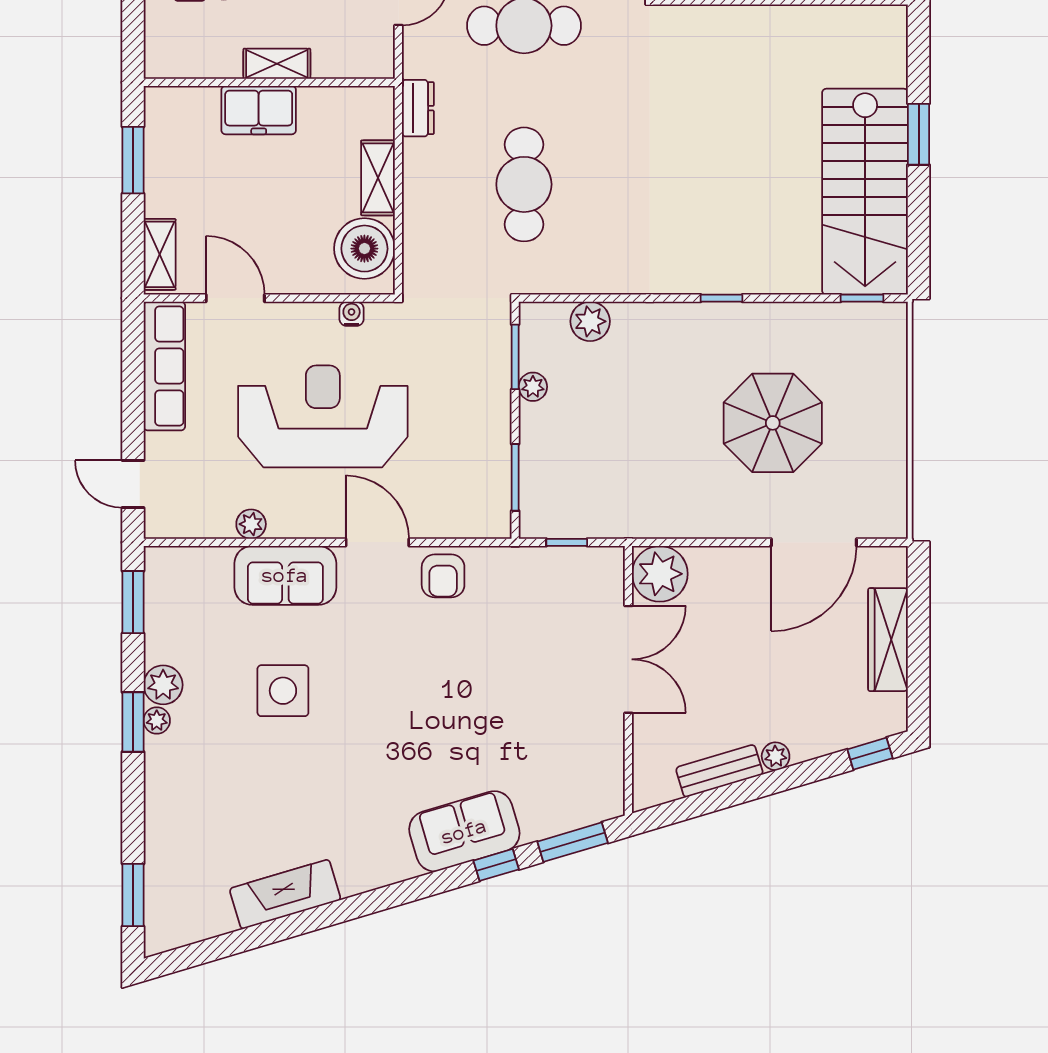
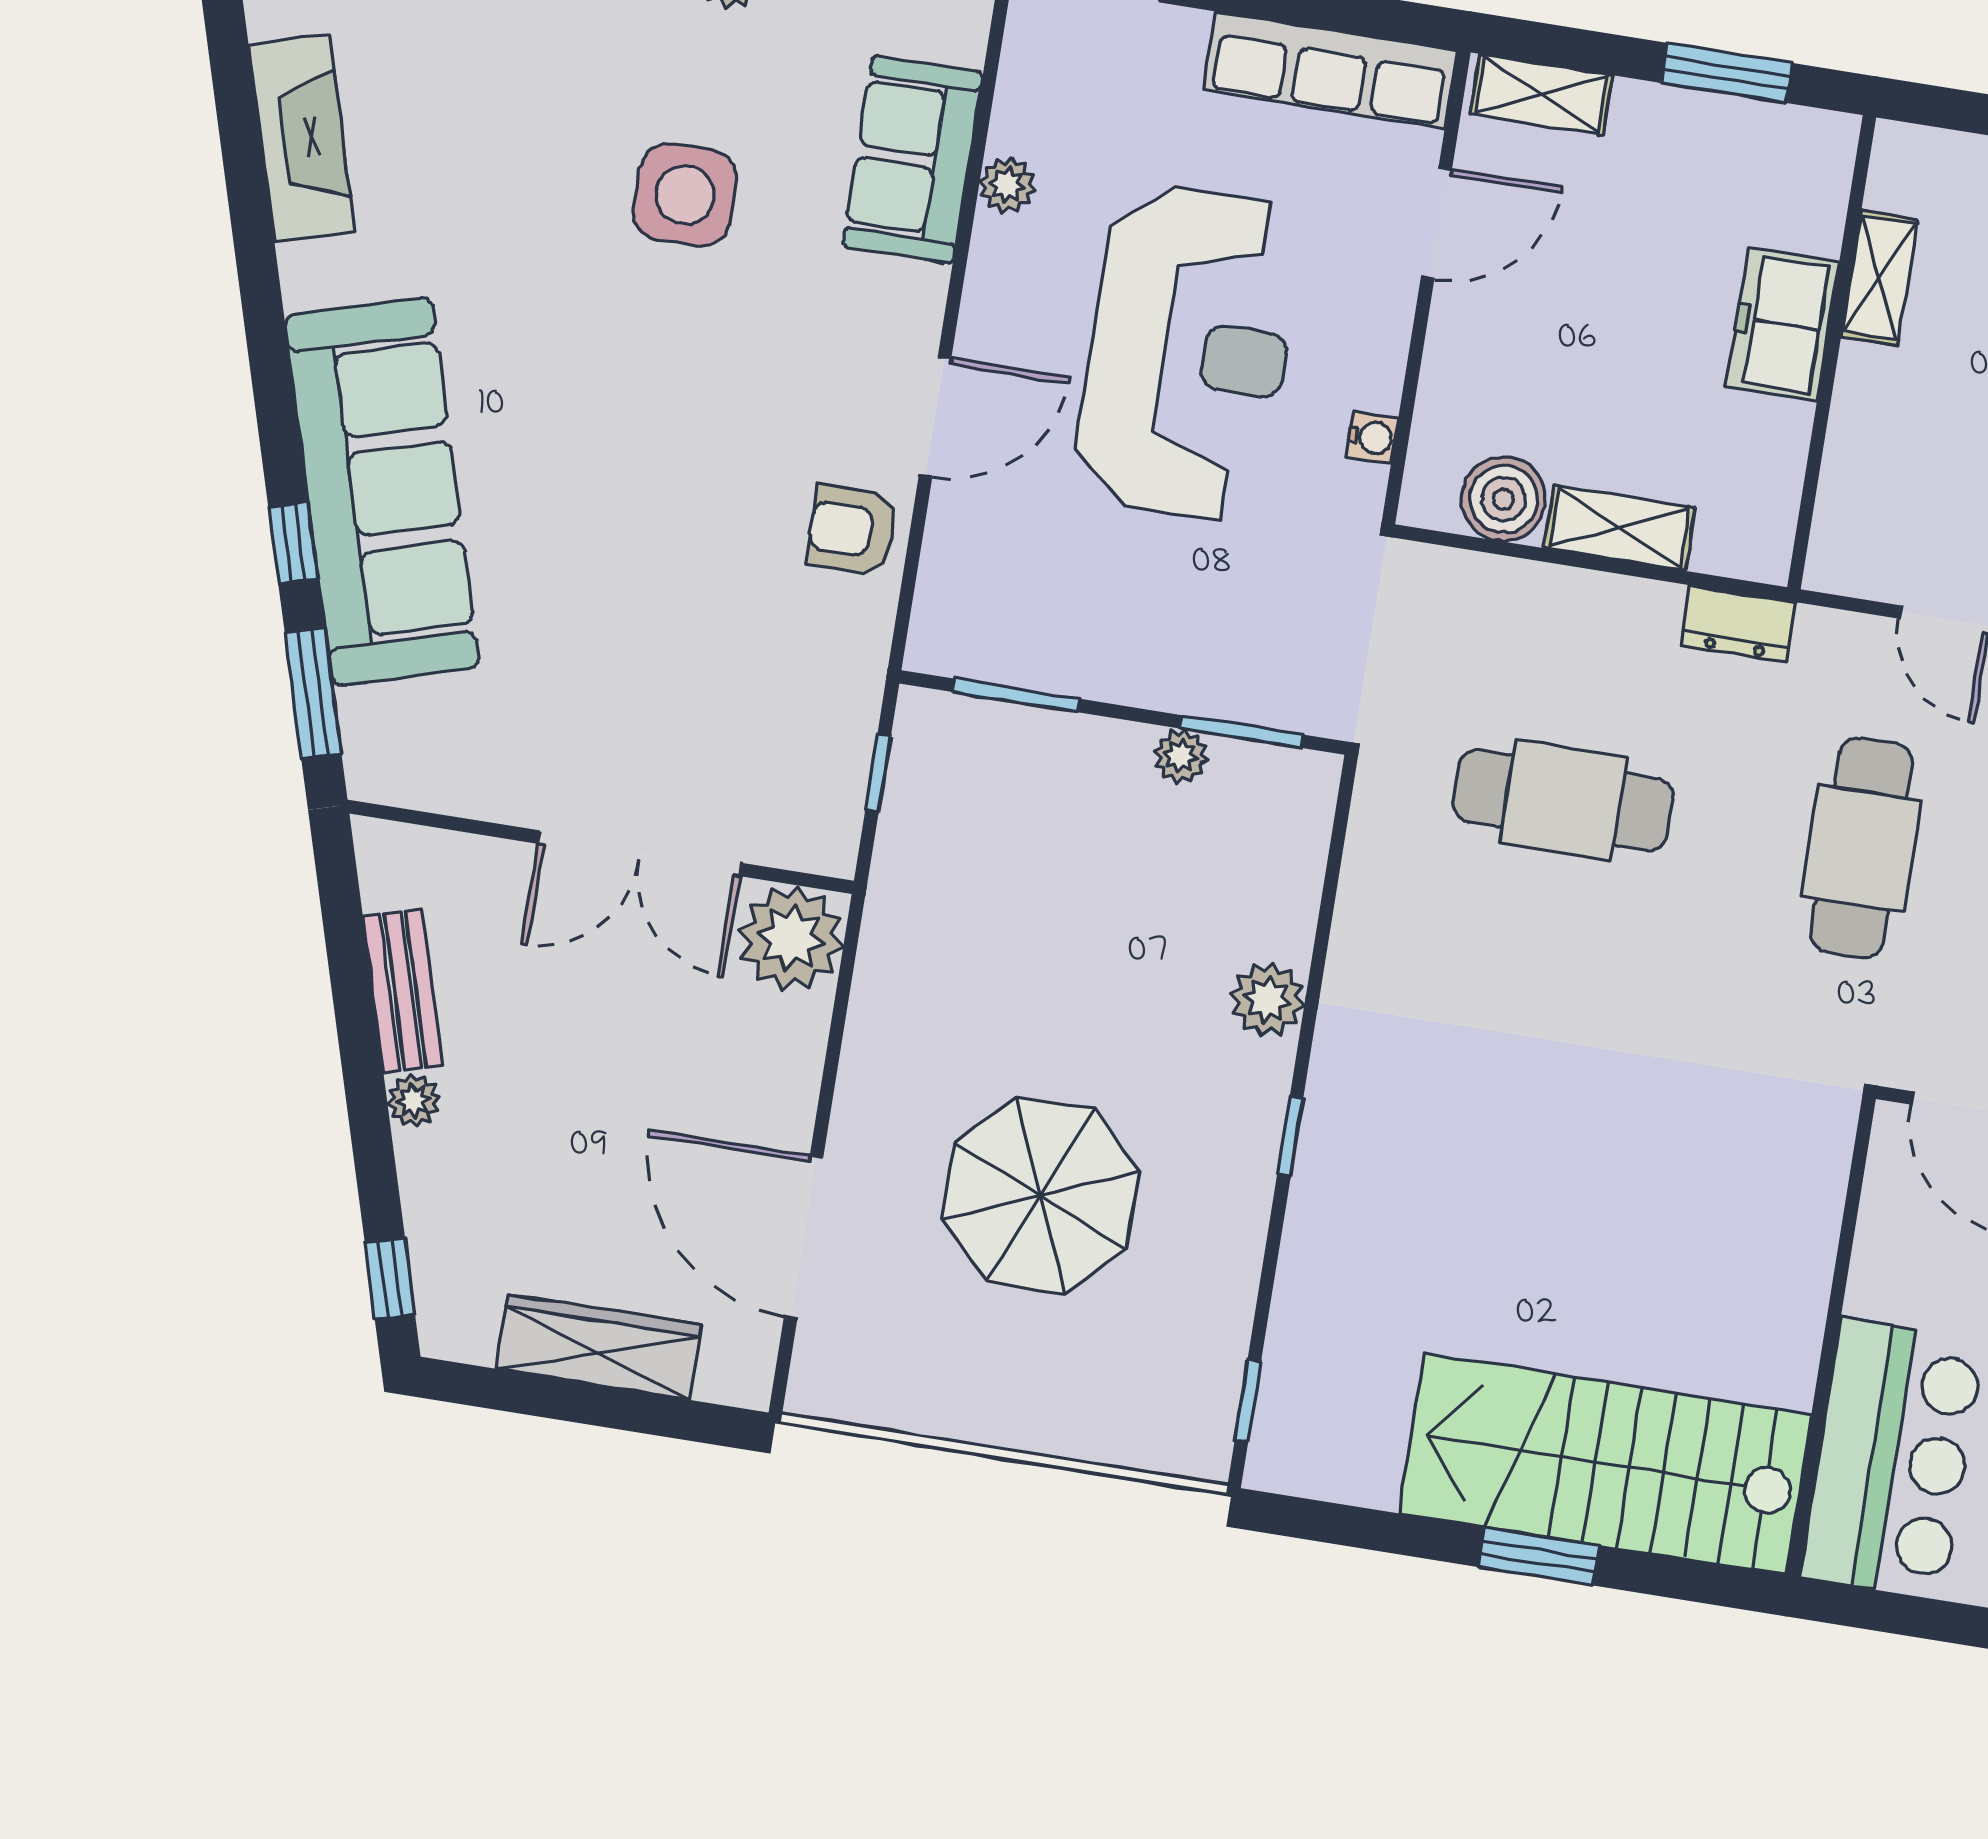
shelving: (277, 64) -> (1879, 278), moved
stairs: (865, 192) -> (1605, 1464), moved
boiler: (364, 249) -> (1504, 499), width x0.73, depth x0.73
plant: (590, 321) -> (1267, 999), moved
sofa: (285, 575) -> (913, 159), moved
sofa: (464, 831) -> (382, 491), width x1.85, depth x1.27

